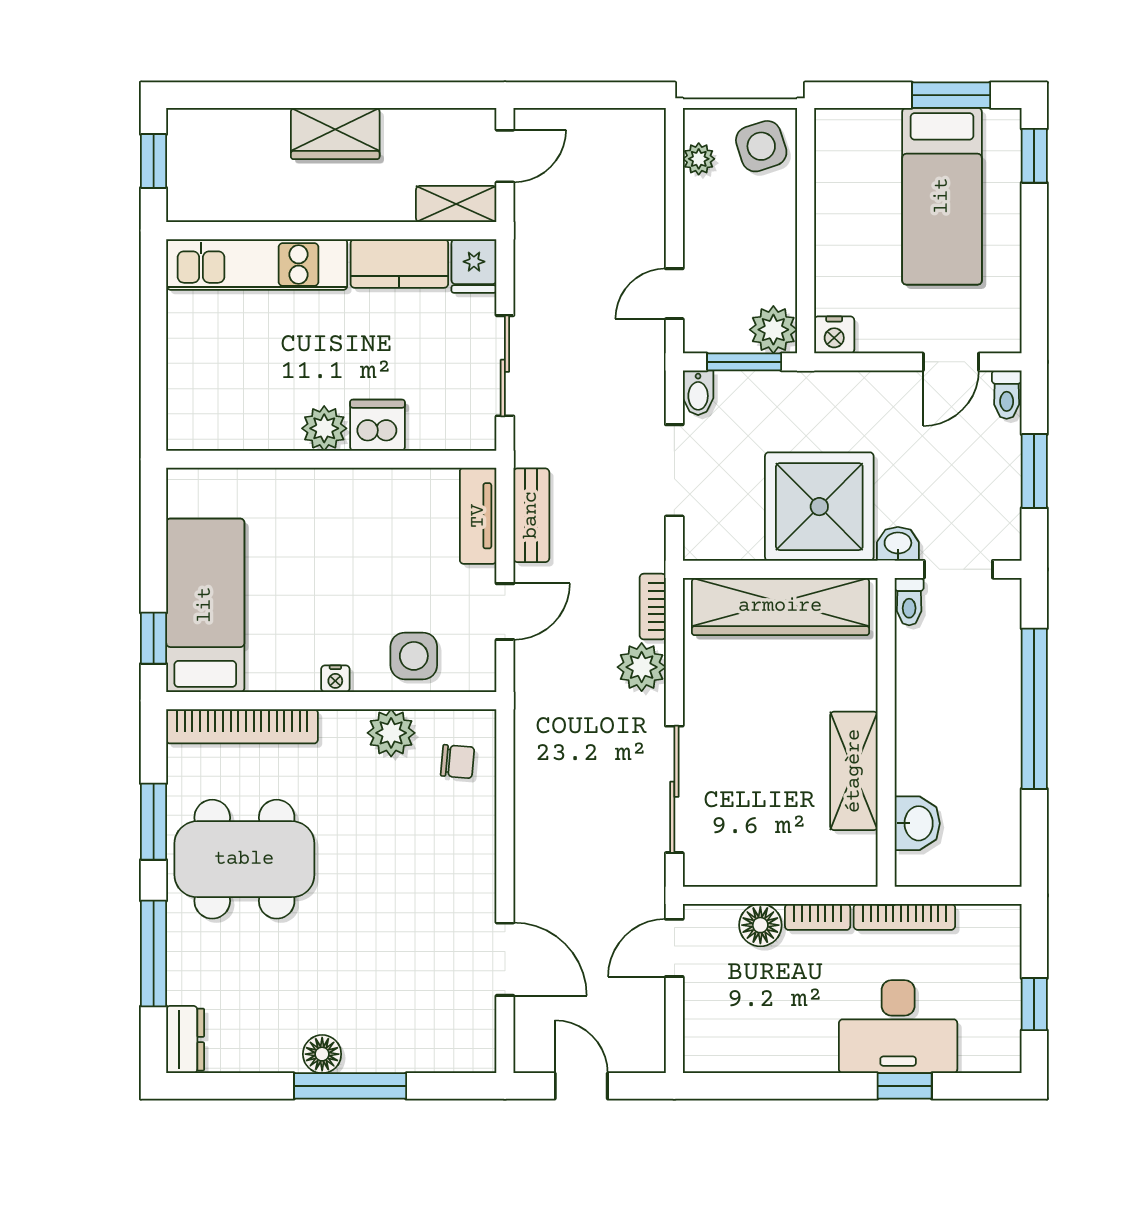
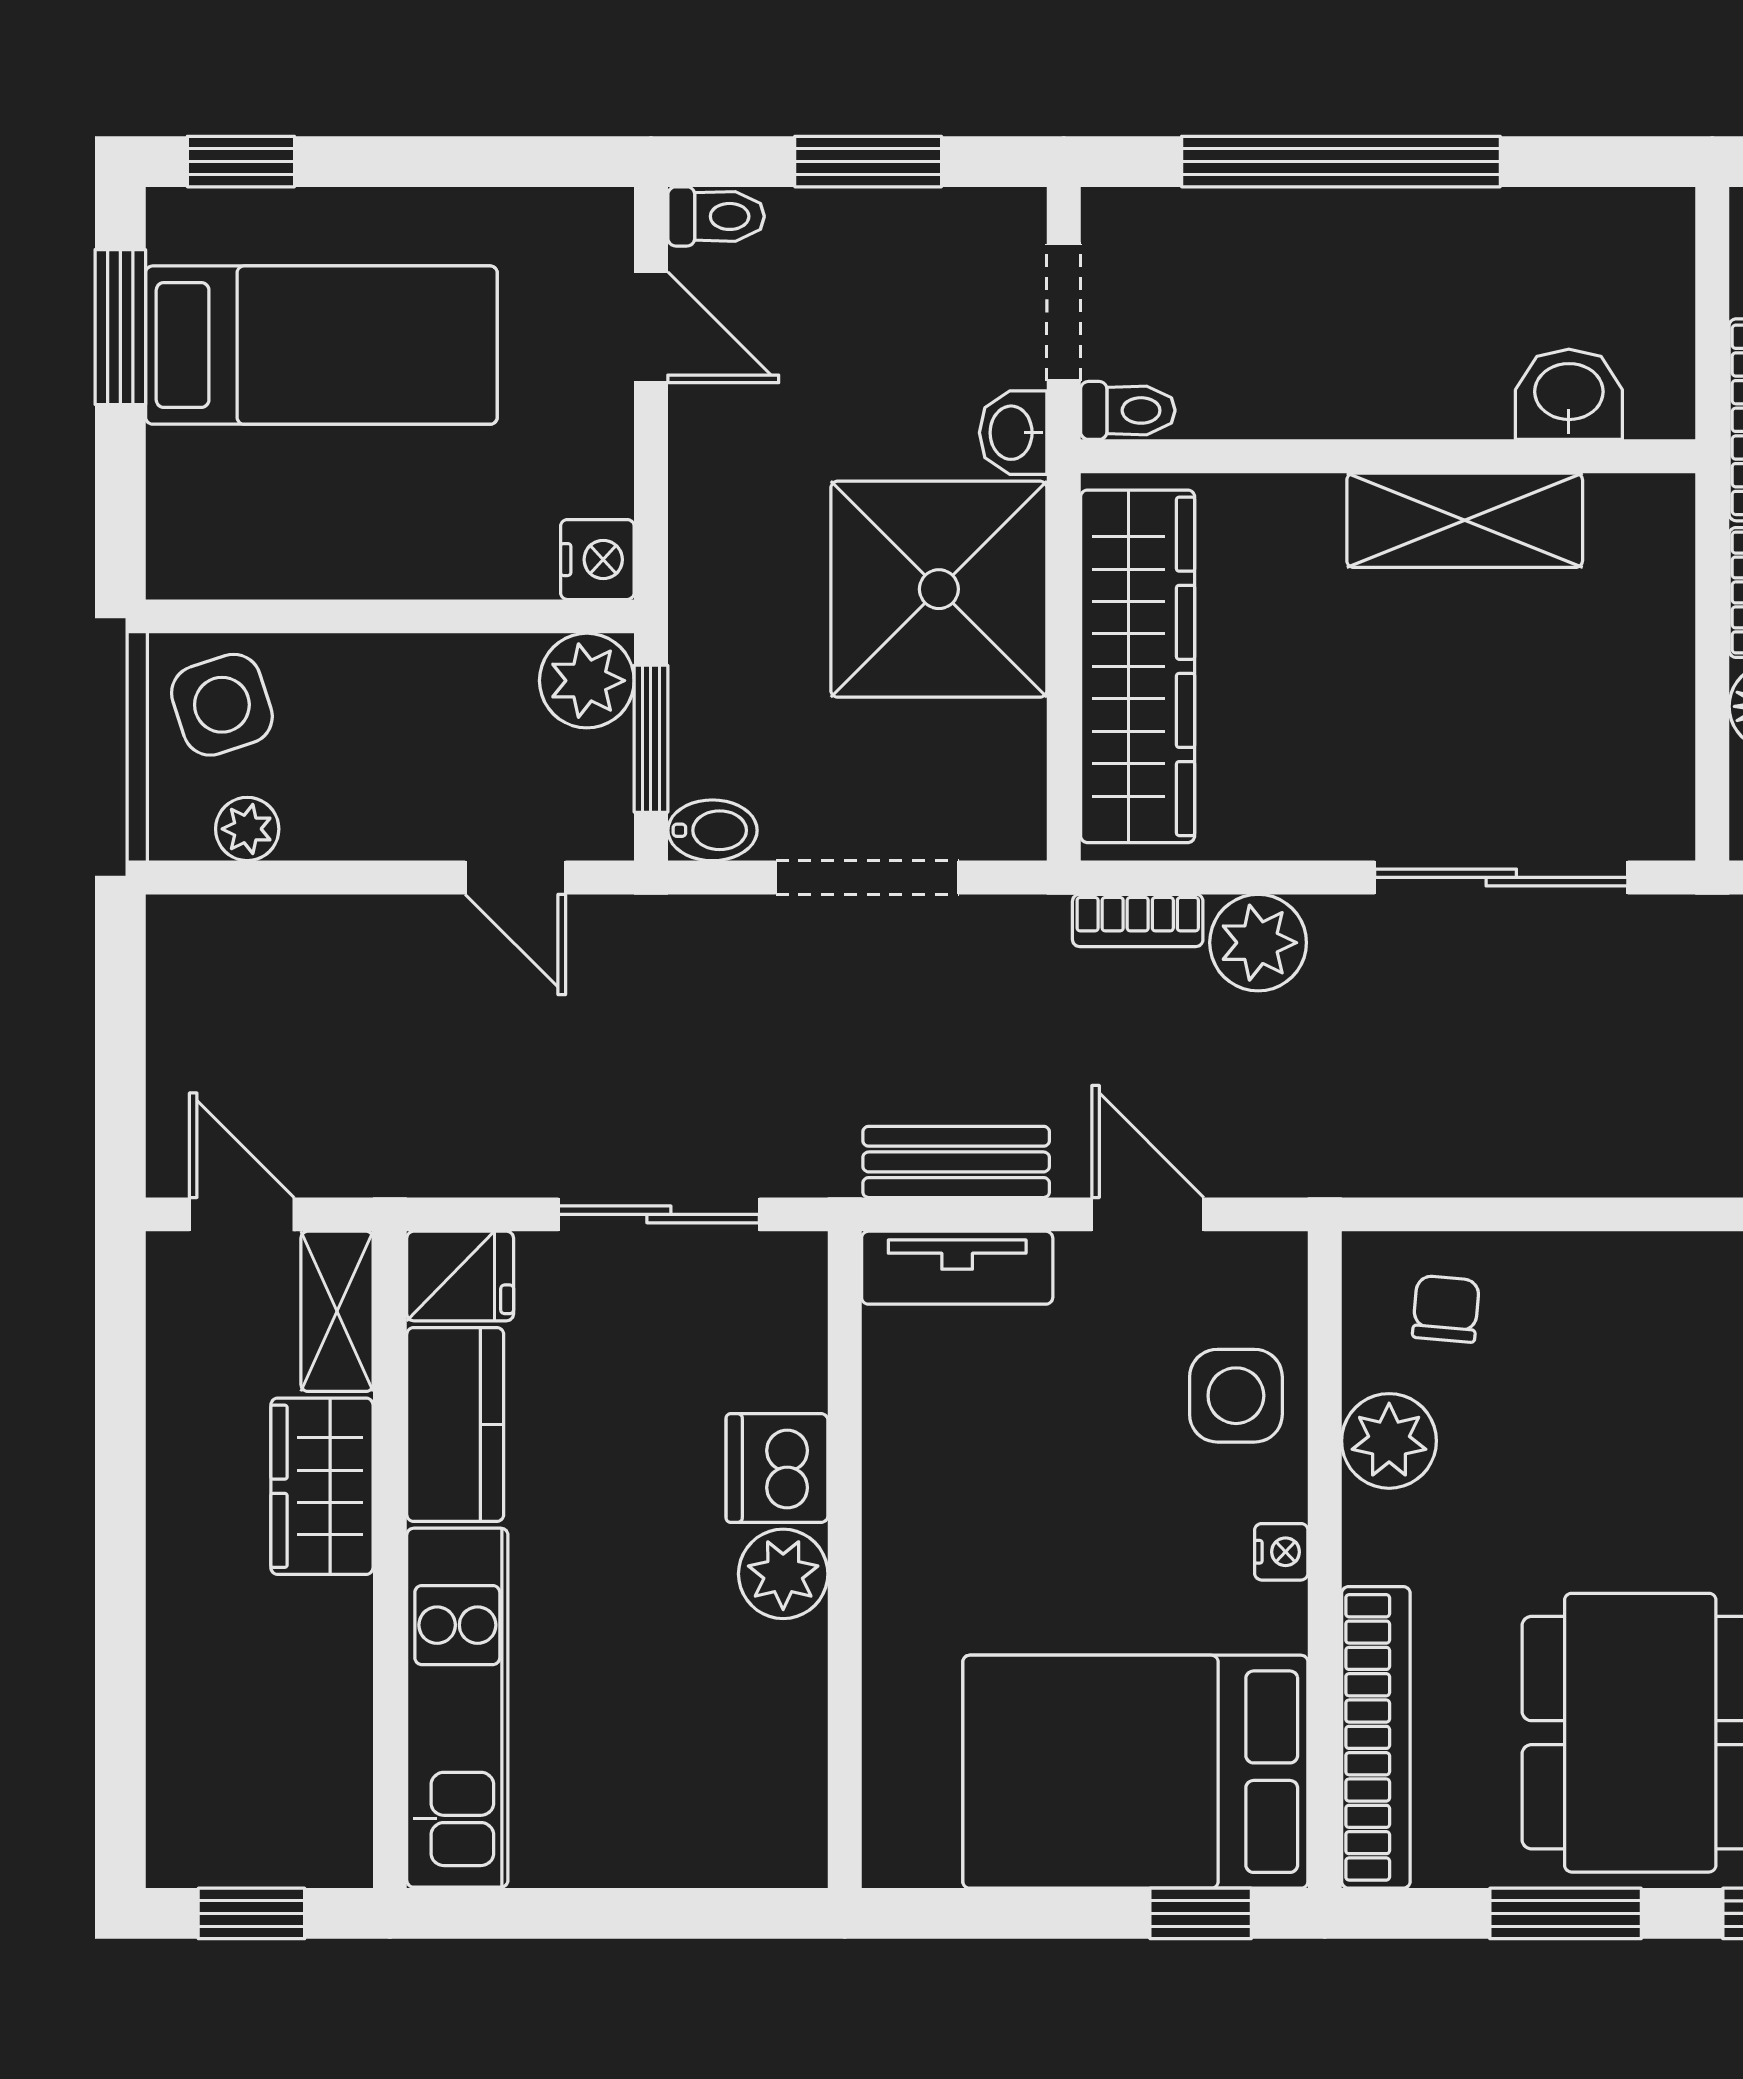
wardrobe: (335, 133) -> (322, 1486), moved, turned 180
bed: (205, 605) -> (1135, 1772), width x1.50

